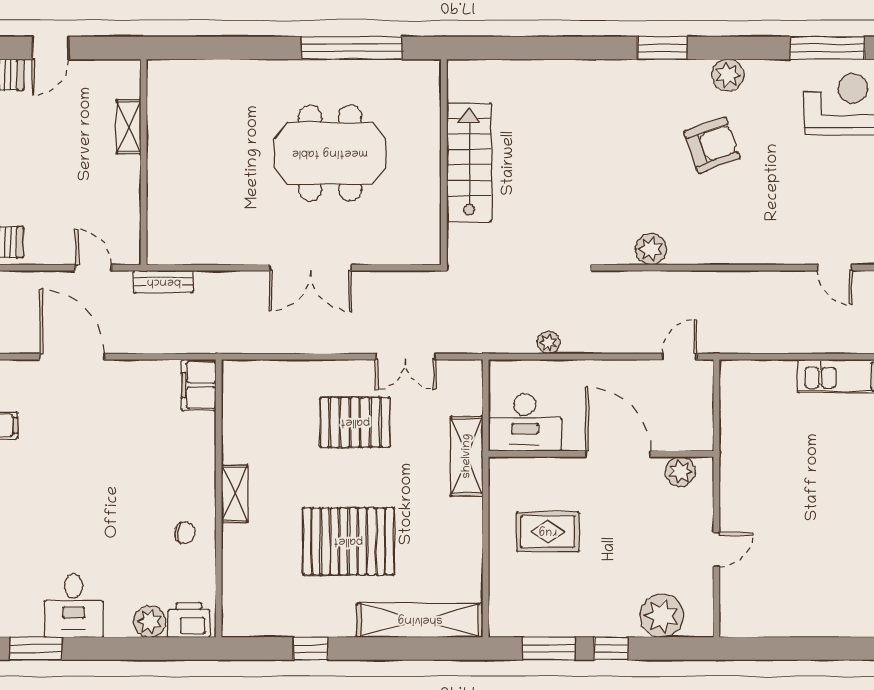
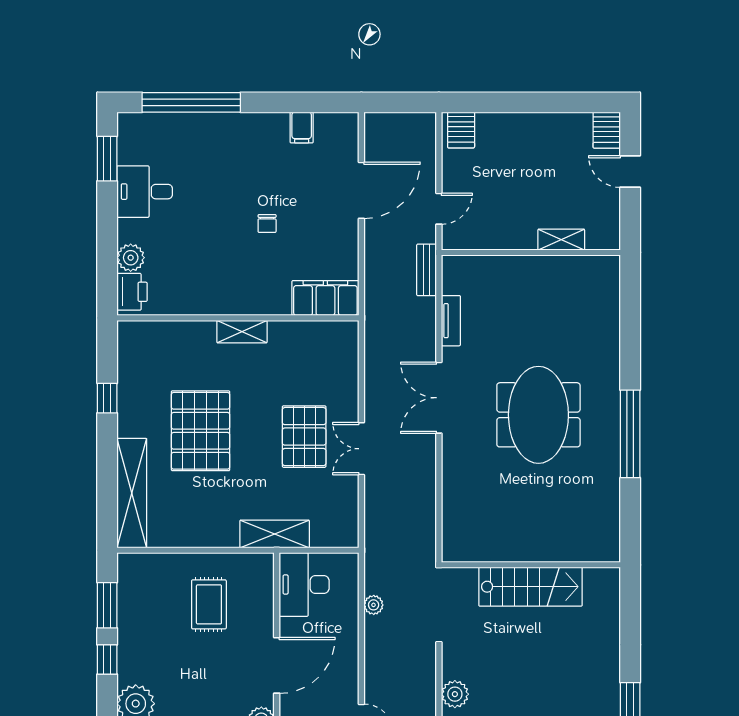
wall: (444, 162) -> (531, 565), moved
stairs: (469, 162) -> (530, 587), moved
tv unit: (222, 254) -> (451, 321), added
double door: (406, 357) -> (361, 449), moved
filing cabinet: (199, 385) -> (325, 298), width x1.50, depth x1.17
chair: (185, 533) -> (267, 224), moved

